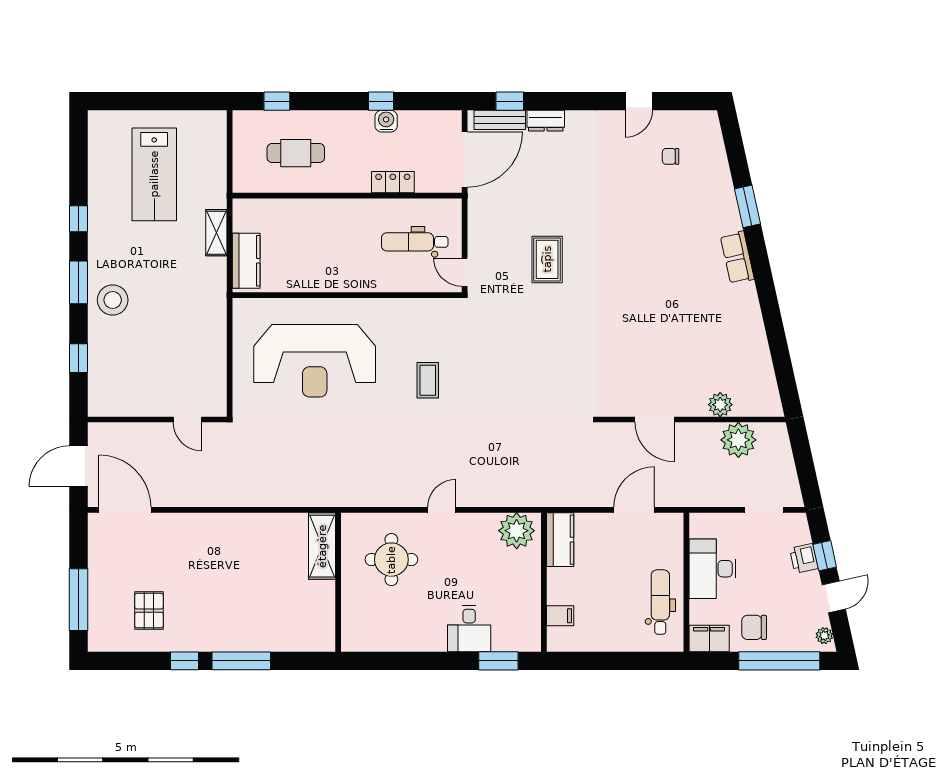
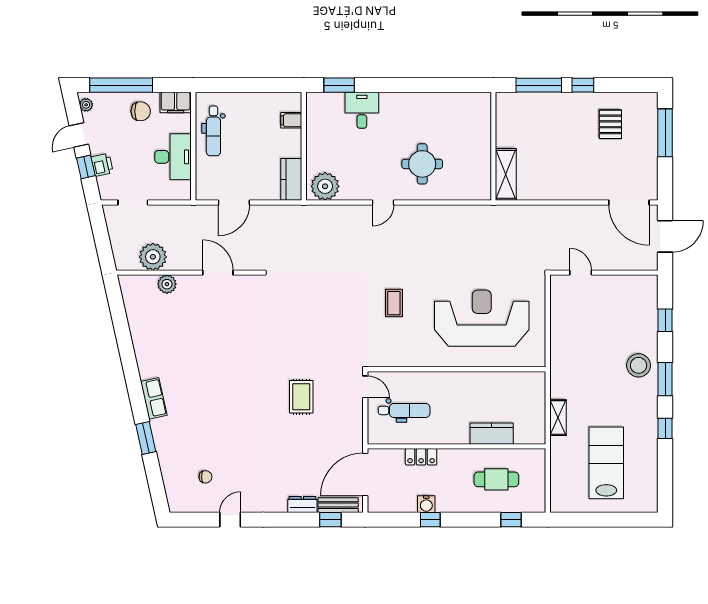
kitchen counter: (246, 261) -> (492, 434), moved, turned 90
shelving: (322, 546) -> (506, 174), moved
wall: (338, 582) -> (493, 146), moved

